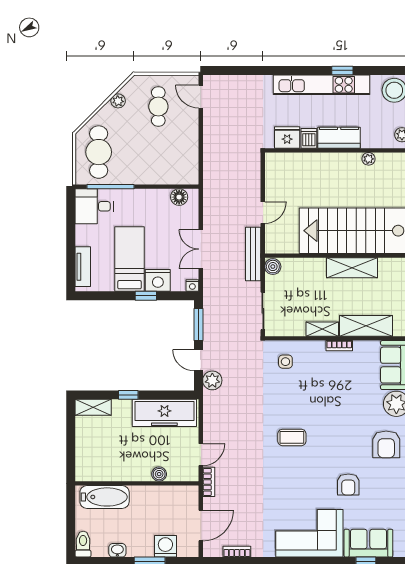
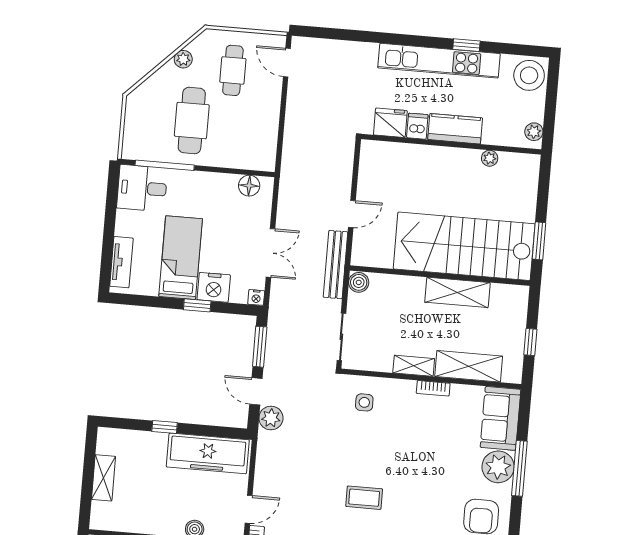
cafe table: (99, 152) -> (192, 120), moved
double door: (201, 249) -> (270, 253), swing flipped
shelving: (93, 407) -> (103, 478), moved, turned 90

